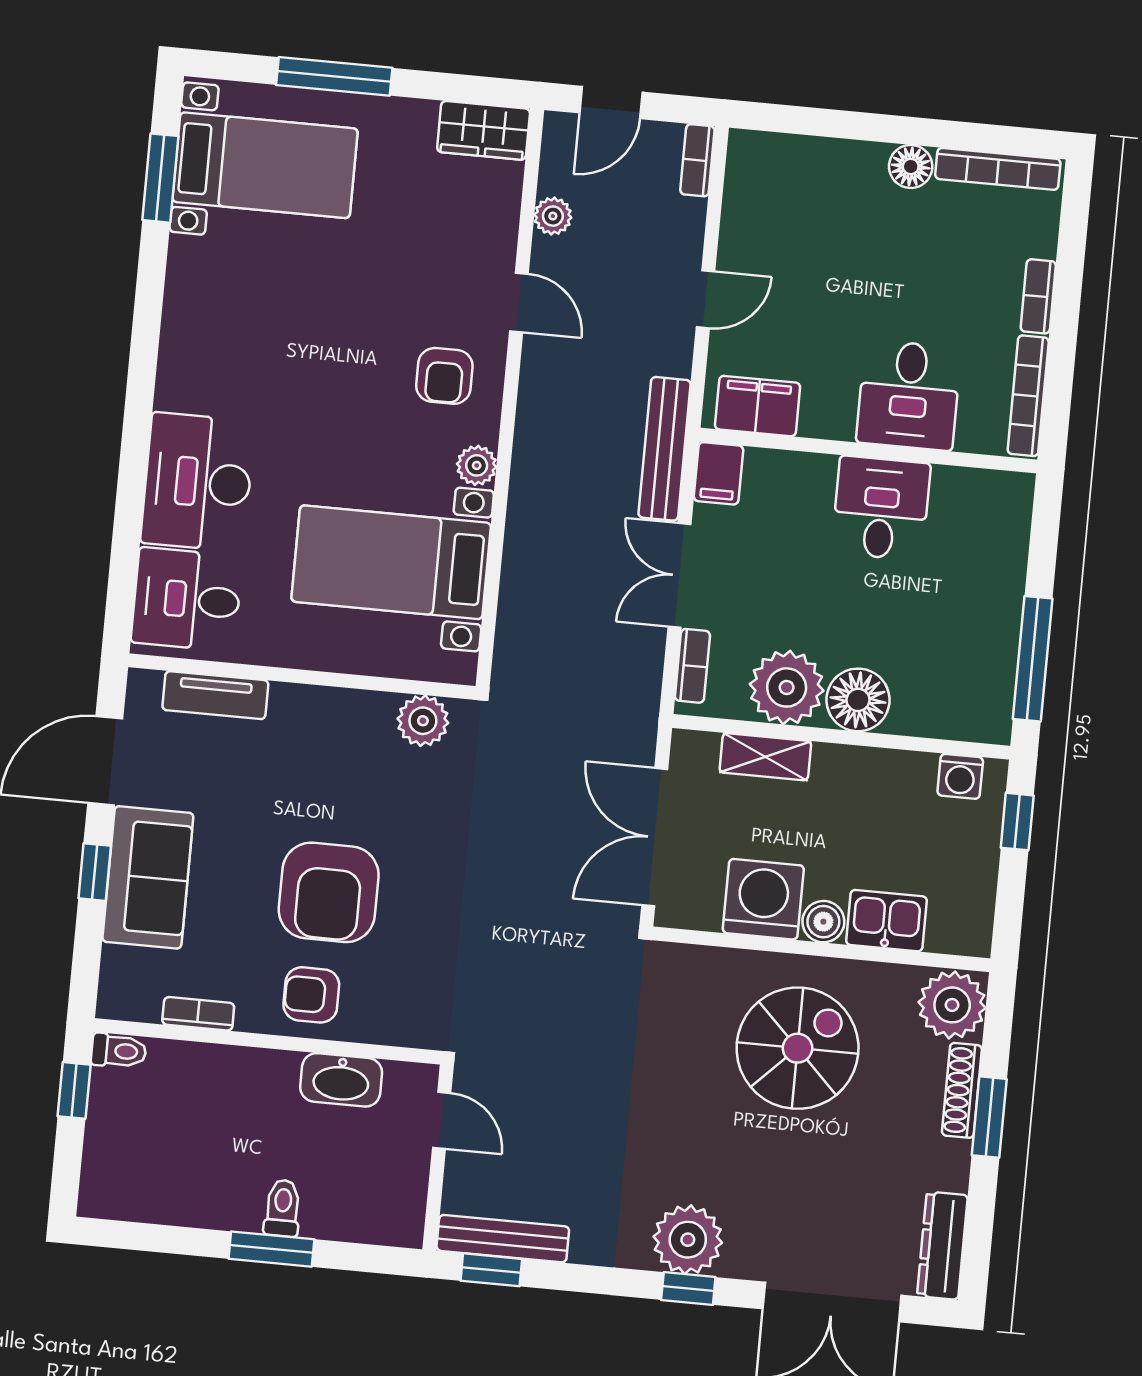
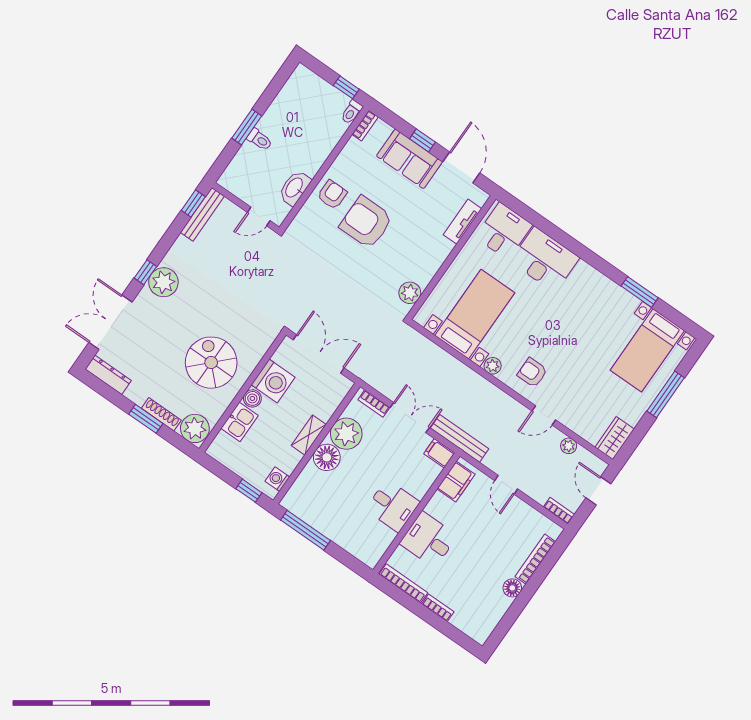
bookcase: (998, 169) -> (535, 559), moved
window: (160, 178) -> (640, 292), moved
shelving: (765, 757) -> (309, 435), moved
bookcase: (198, 1014) -> (365, 126), moved
spiral stairs: (798, 1048) -> (211, 363), turned 180

